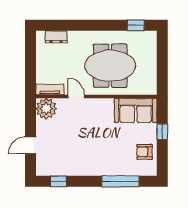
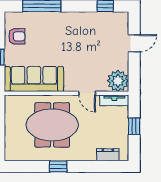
window: (136, 25) -> (58, 166), moved
window: (30, 64) -> (134, 126), added
sofa: (136, 110) -> (34, 79), width x1.36

